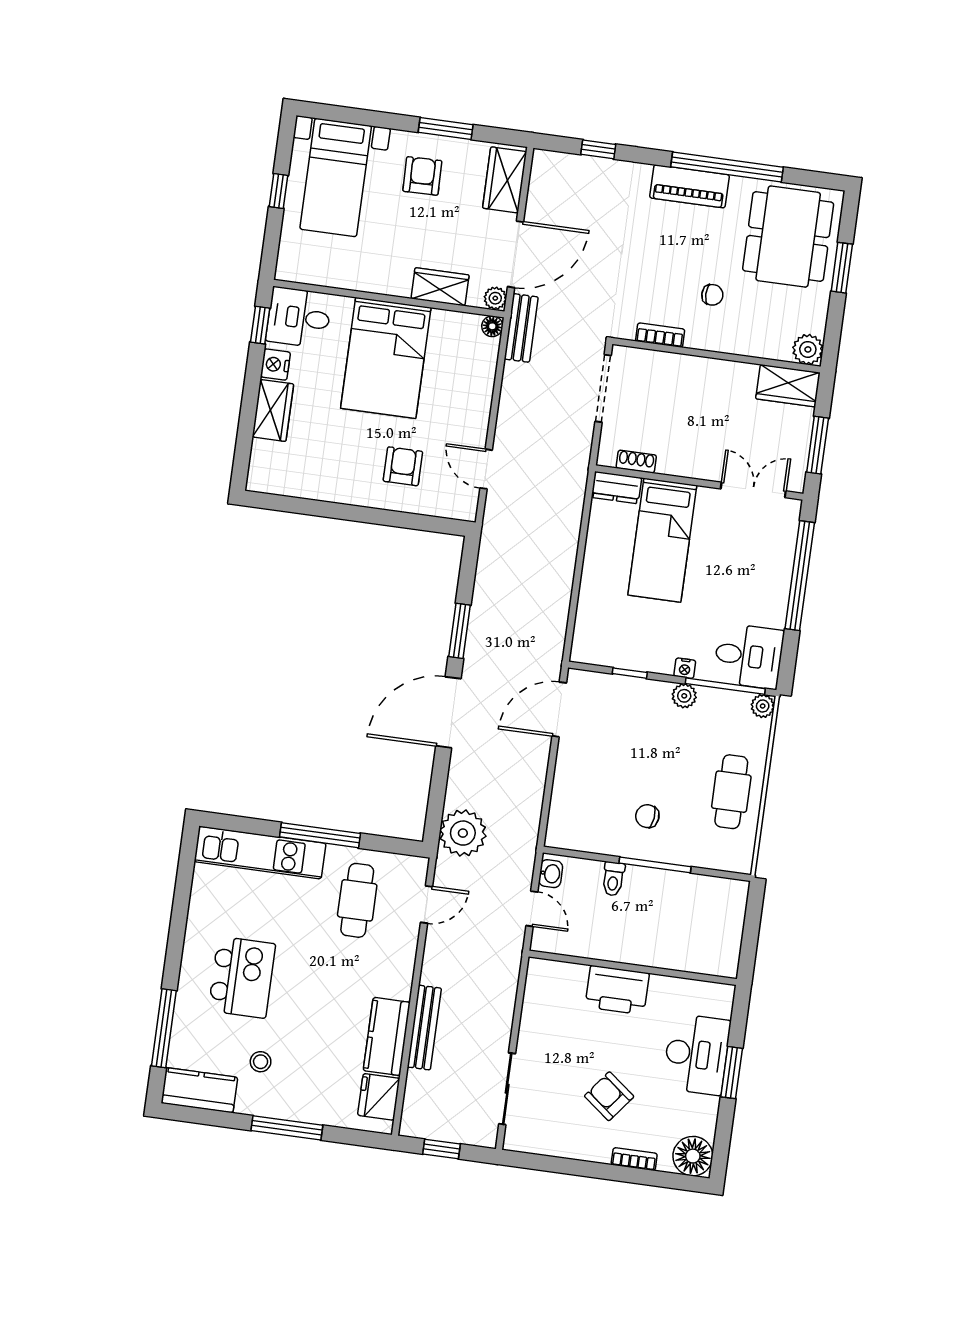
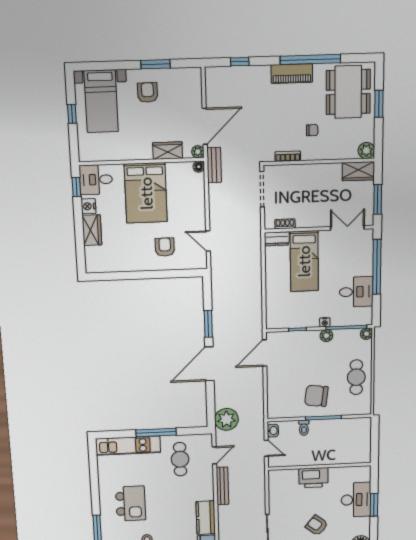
wardrobe: (505, 180) -> (192, 87), removed
desk: (749, 656) -> (356, 292), moved
chair: (647, 816) -> (316, 396), width x1.87, depth x1.87
bench: (424, 1028) -> (222, 486), moved

